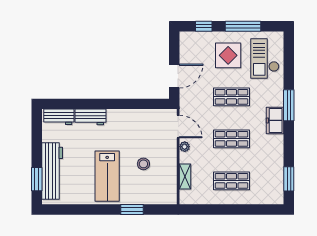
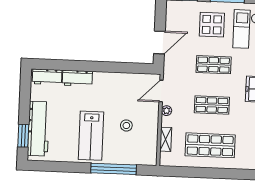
door: (178, 127) -> (161, 91), swing flipped
shop shelf: (232, 181) -> (210, 145), width x1.43, depth x1.36
window: (132, 210) -> (114, 169), width x2.11

